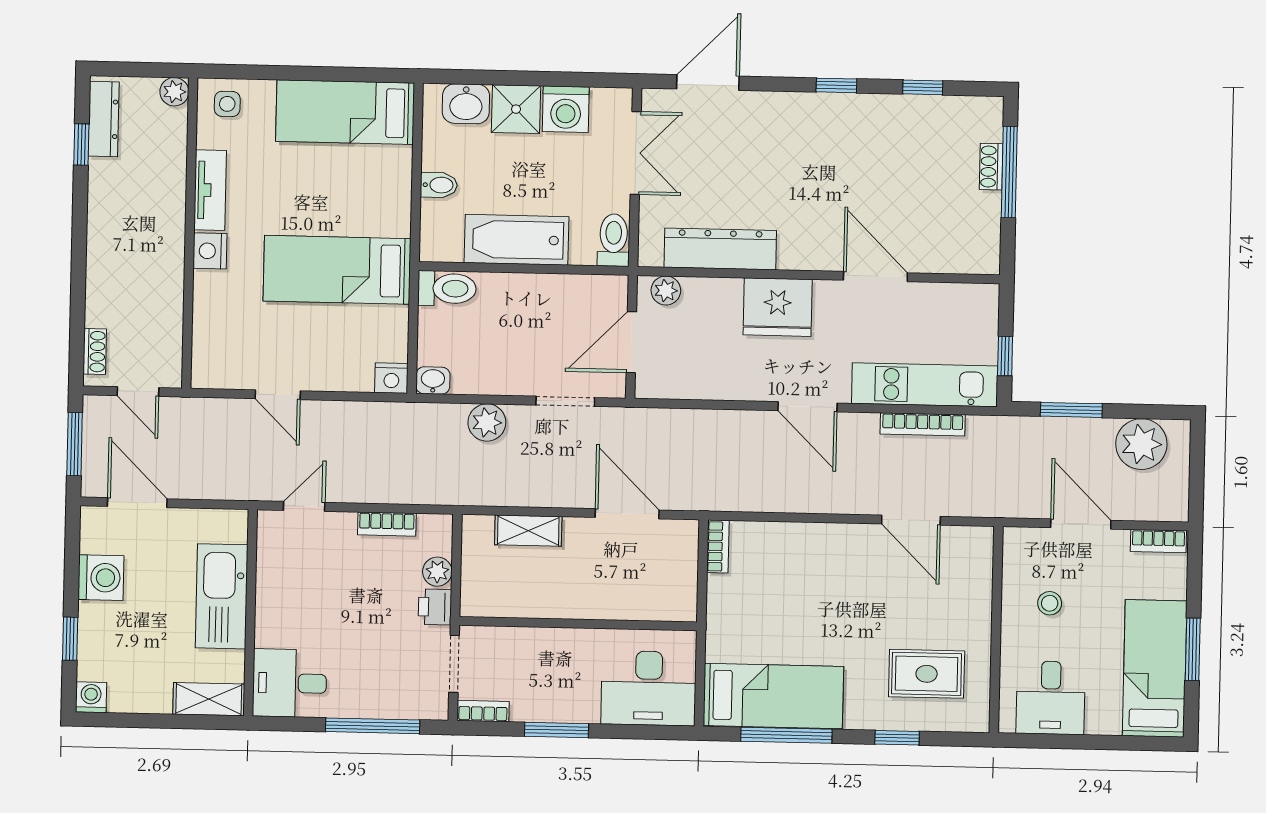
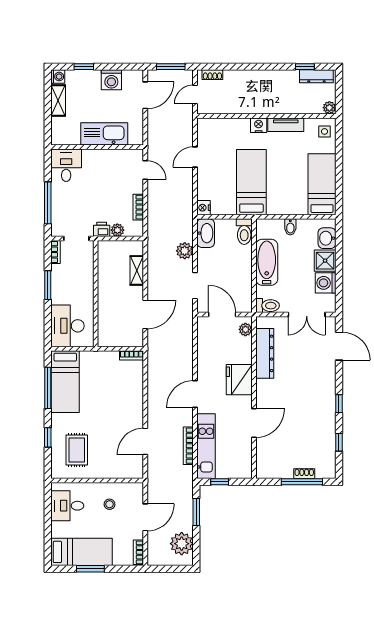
washbasin: (433, 380) -> (206, 233), width x1.91, depth x1.45
shelving: (209, 699) -> (58, 101), moved

